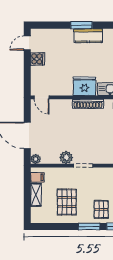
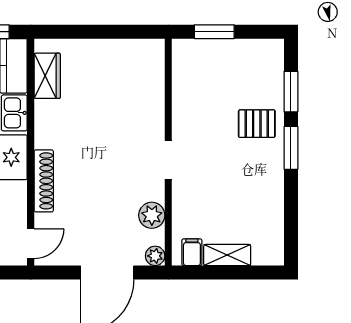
shoe rack: (88, 104) -> (44, 181), moved
plant: (66, 157) -> (152, 215), moved
pallet: (67, 202) -> (242, 193), removed

